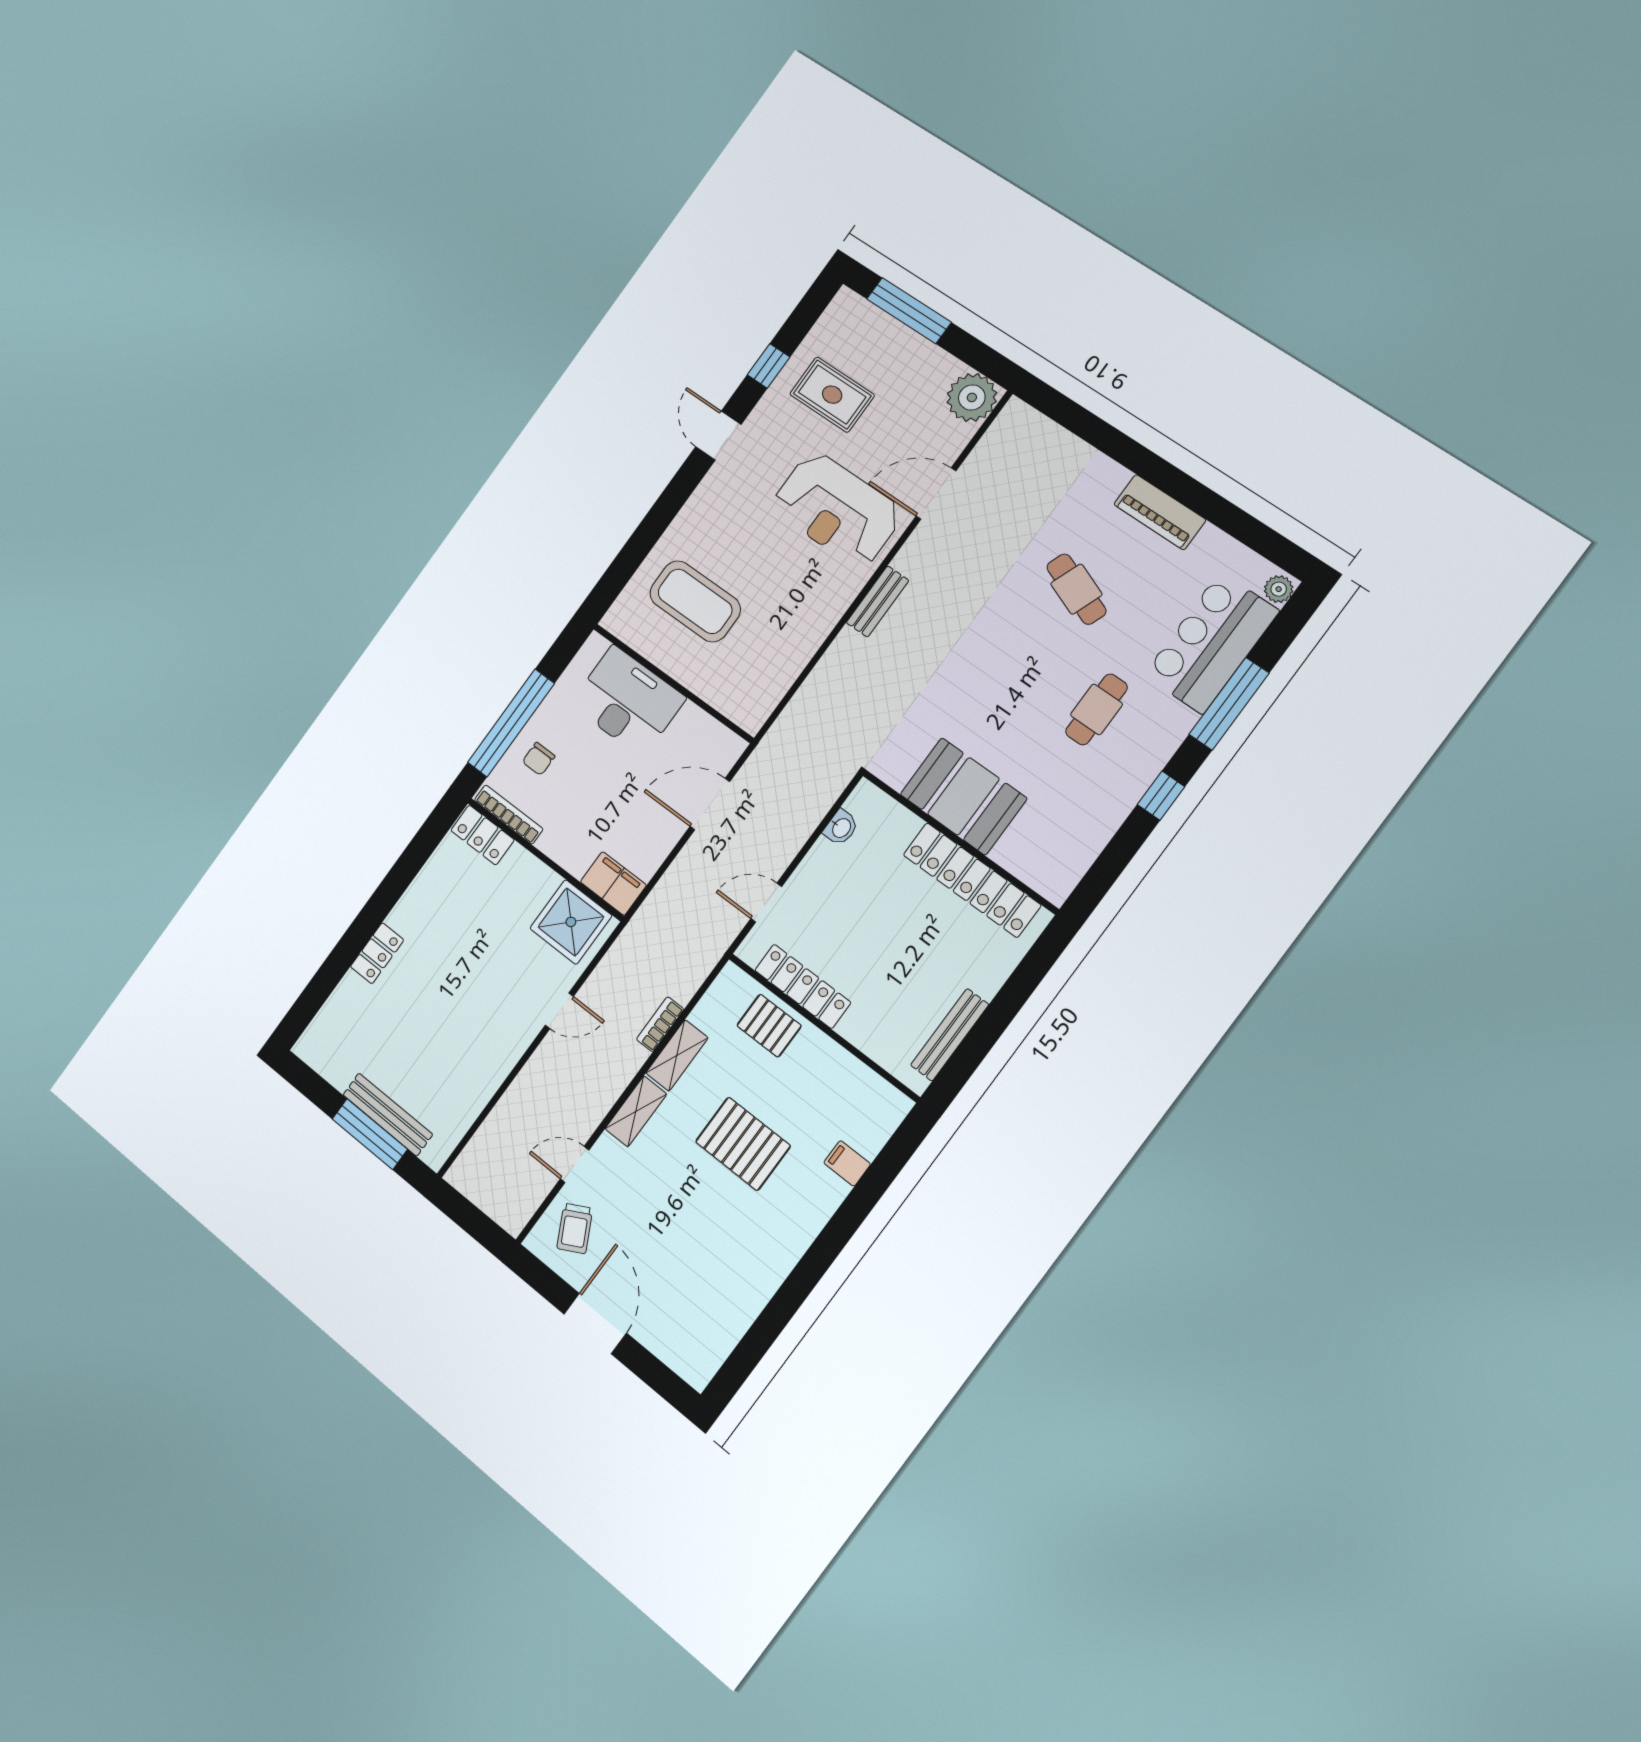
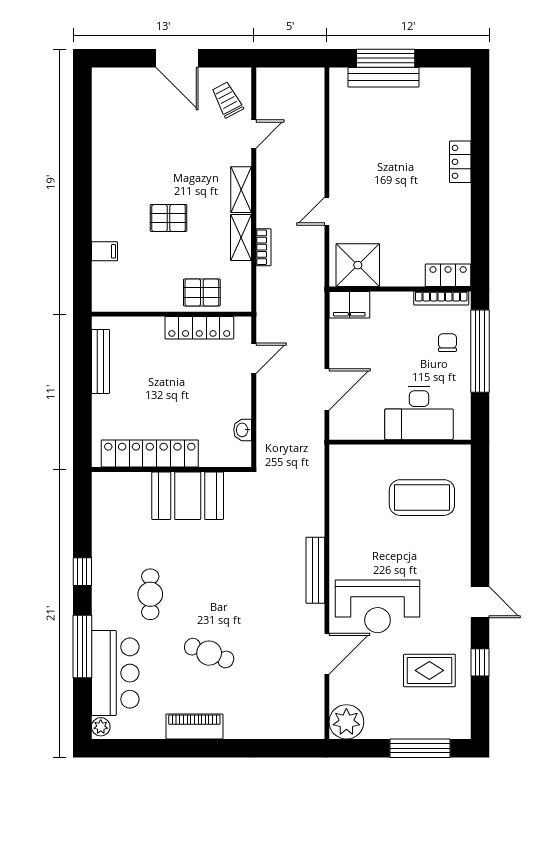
reception desk: (837, 509) -> (378, 606), turned 180
bench: (878, 601) -> (315, 570), width x1.36
pallet: (743, 1144) -> (169, 218), width x0.67, depth x0.71

